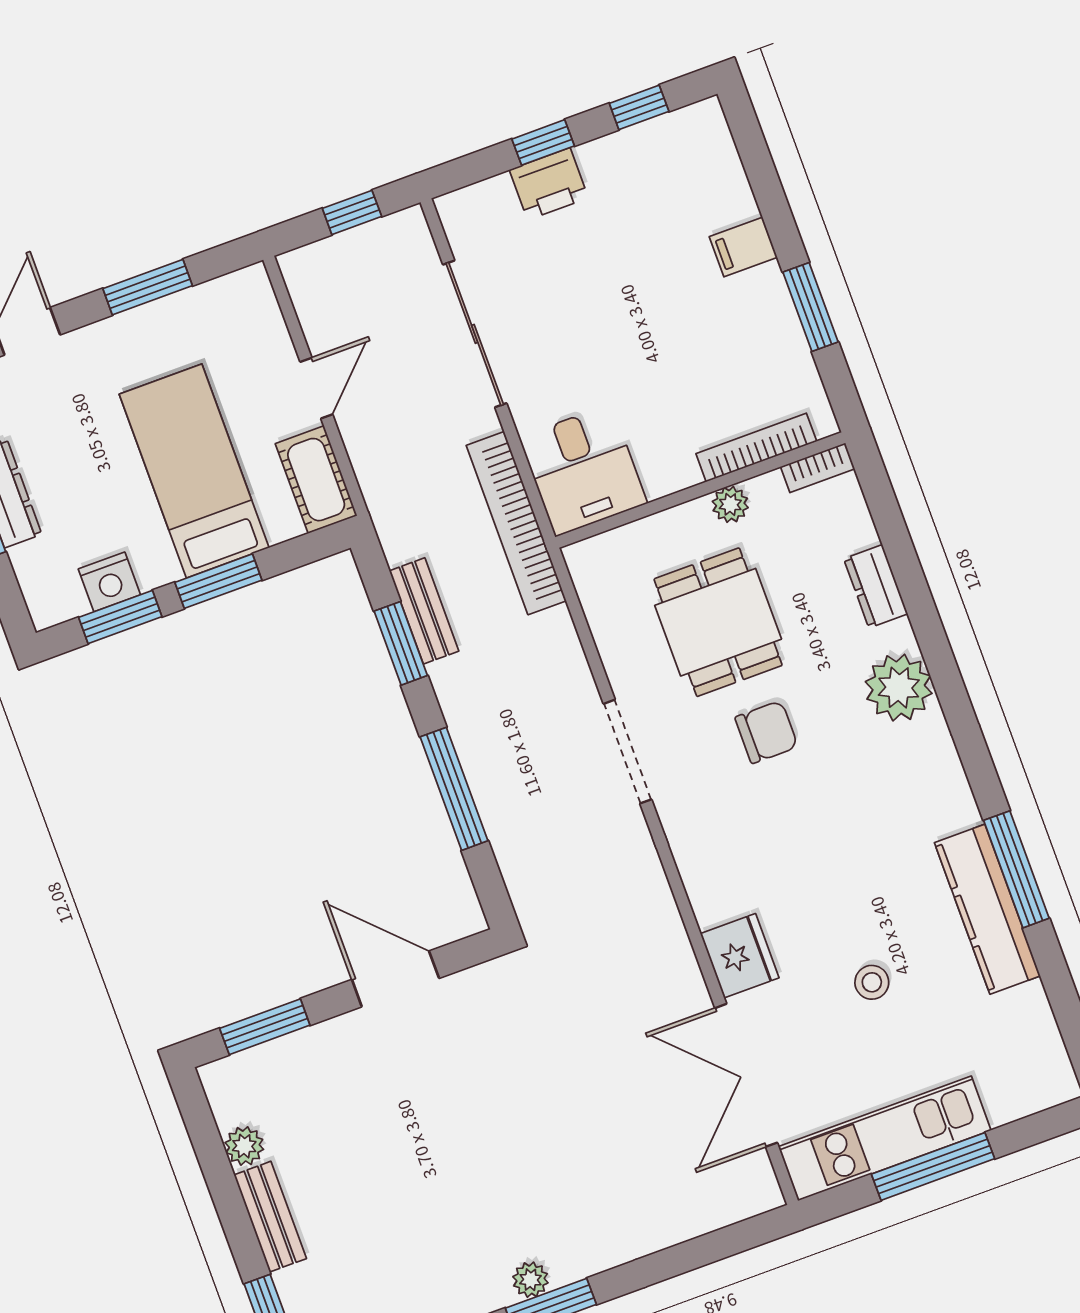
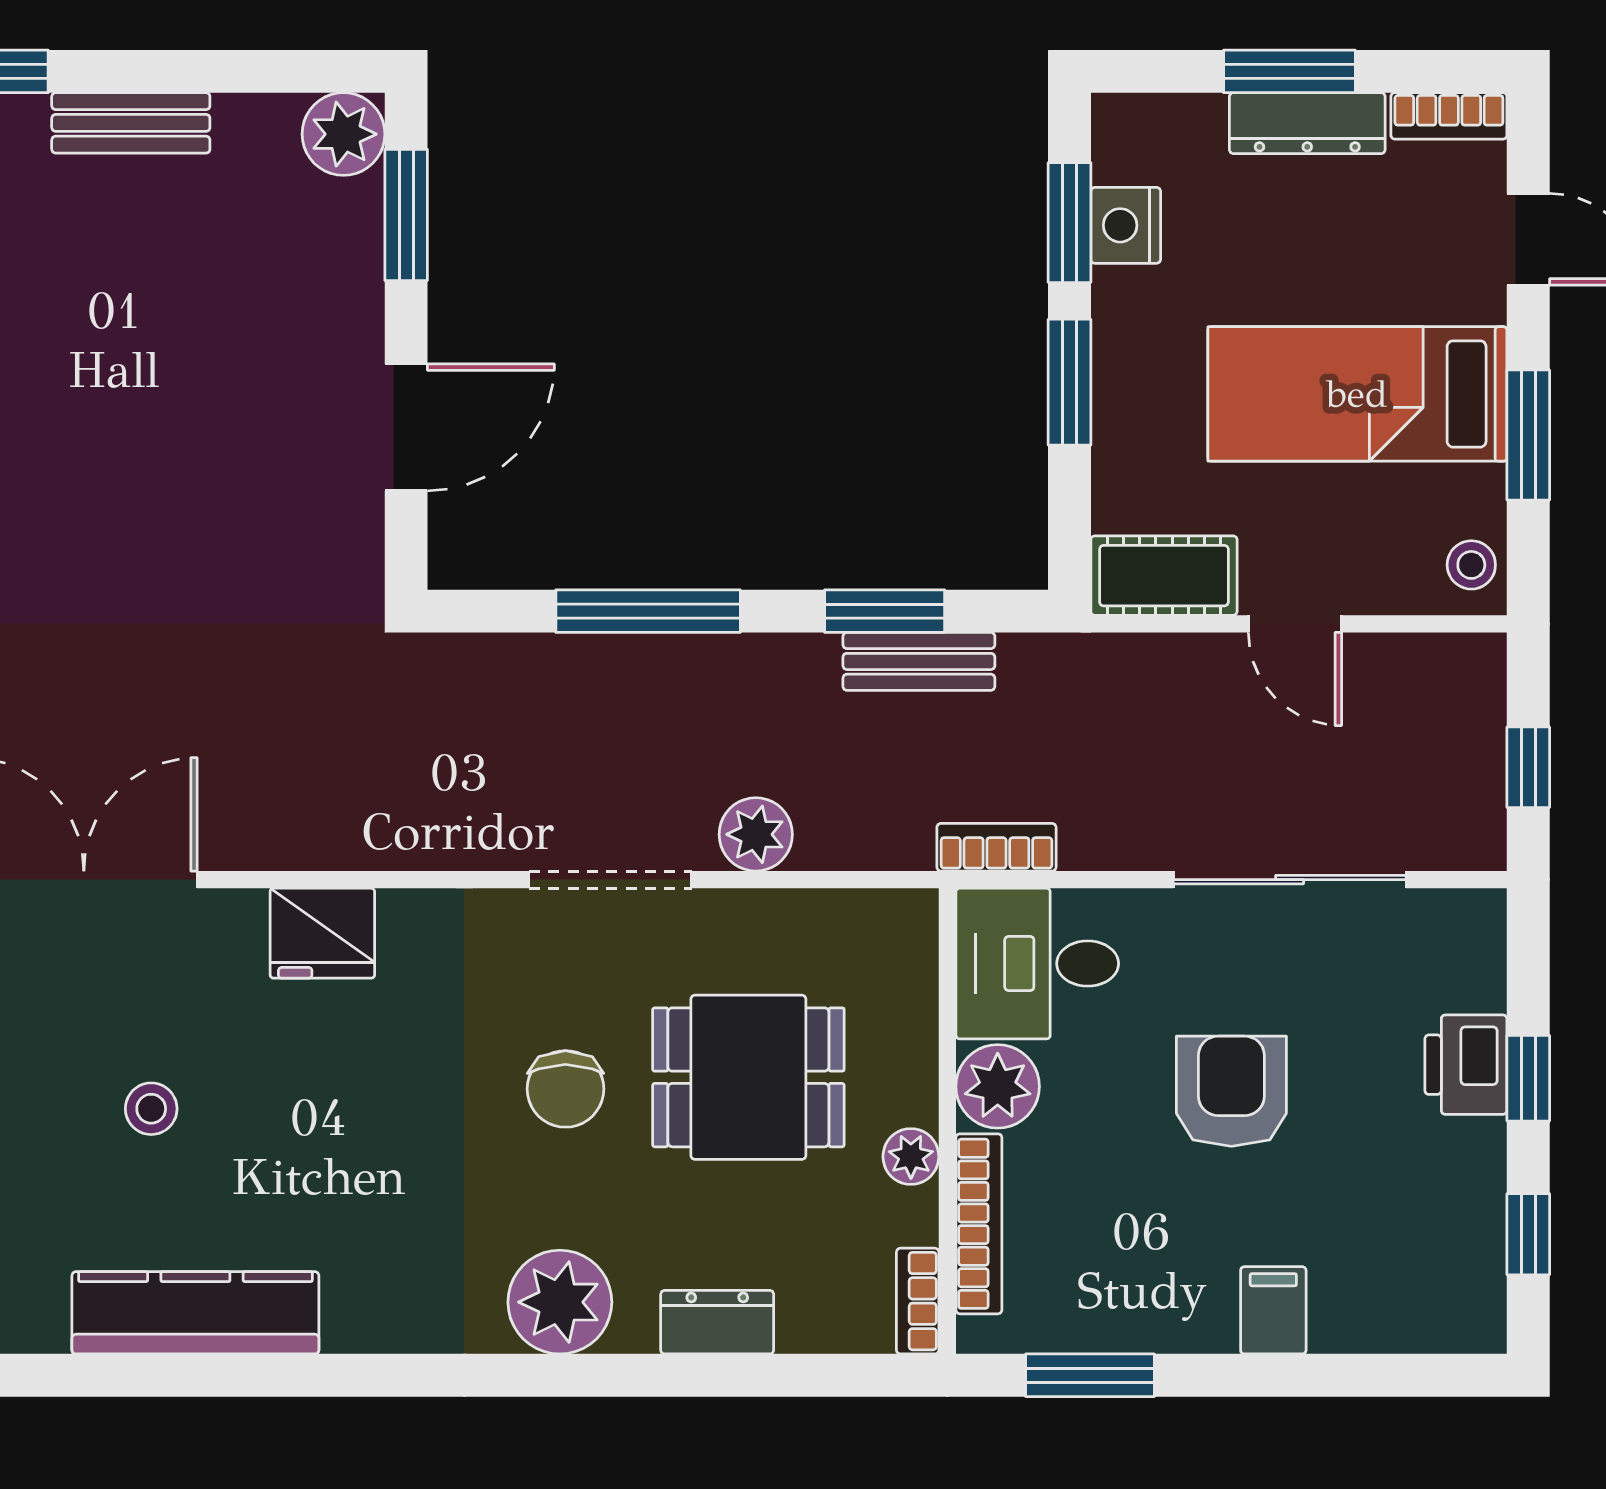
stool: (240, 293) -> (1471, 565), added
window: (811, 307) -> (1090, 1375), moved
armchair: (618, 322) -> (1231, 1091), added
plant: (668, 467) -> (998, 1086), added
bed: (194, 471) -> (1357, 394), moved, turned 180
bookcase: (516, 523) -> (996, 847), width x0.43, depth x0.76
plant: (567, 672) -> (756, 834), added
window: (1016, 869) -> (237, 1375), removed
fridge: (740, 956) -> (322, 933), moved
plant: (244, 1146) -> (343, 134), moved, width x1.38, depth x1.38

